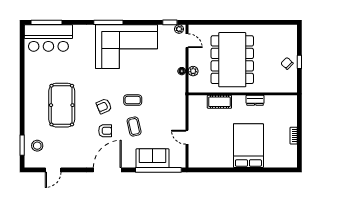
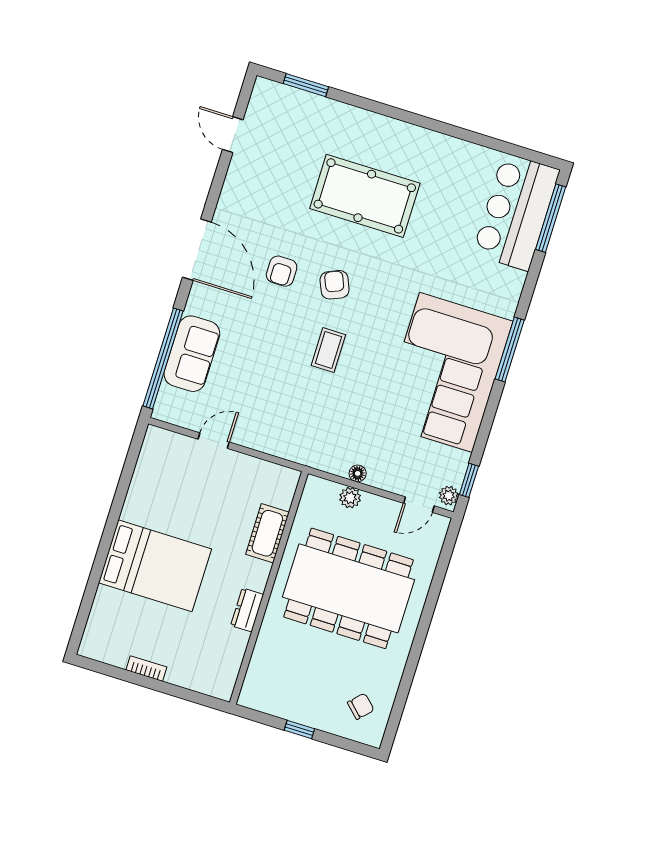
chair: (287, 63) -> (361, 706), moved
coffee table: (134, 126) -> (271, 335), removed
stool: (37, 146) -> (295, 117), removed

